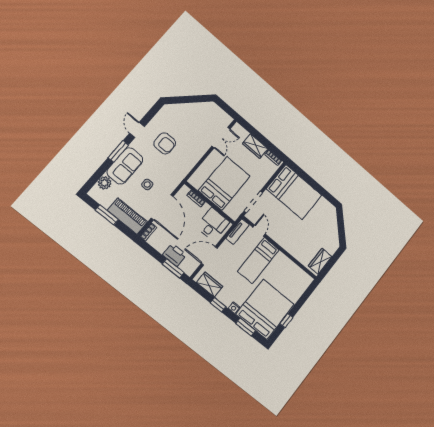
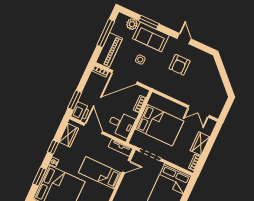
door: (137, 130) -> (184, 39), hinge flipped
window: (118, 151) -> (149, 22), moved
window: (107, 215) -> (106, 33), width x1.44
printer: (175, 255) -> (80, 112), moved

